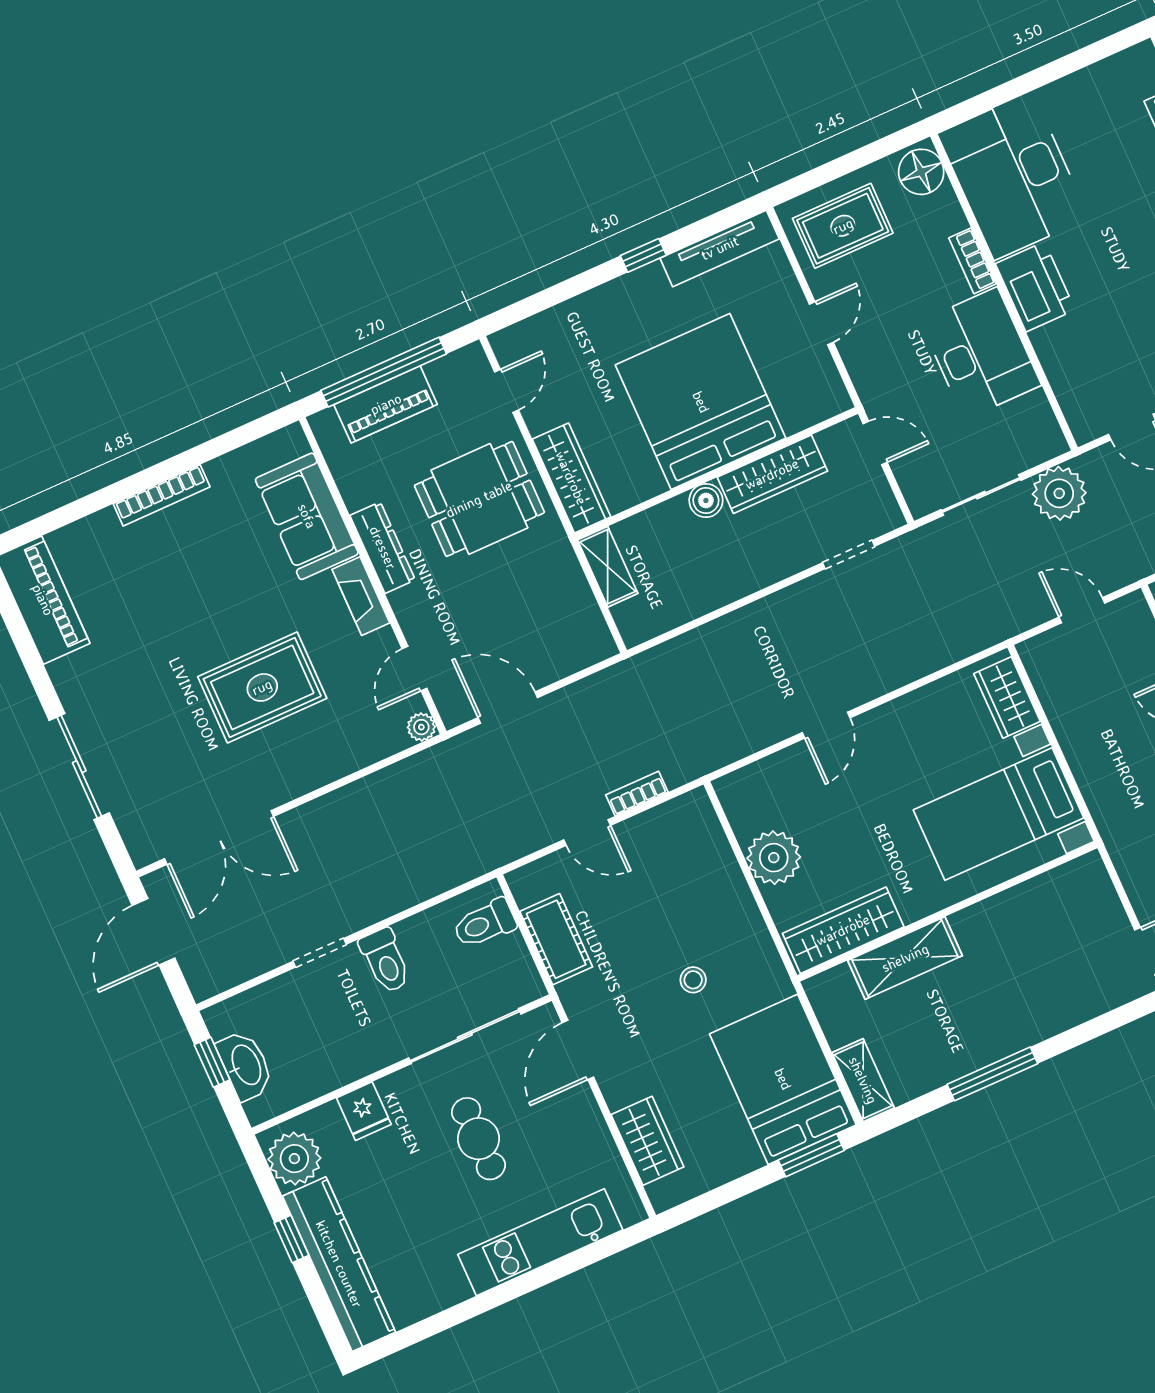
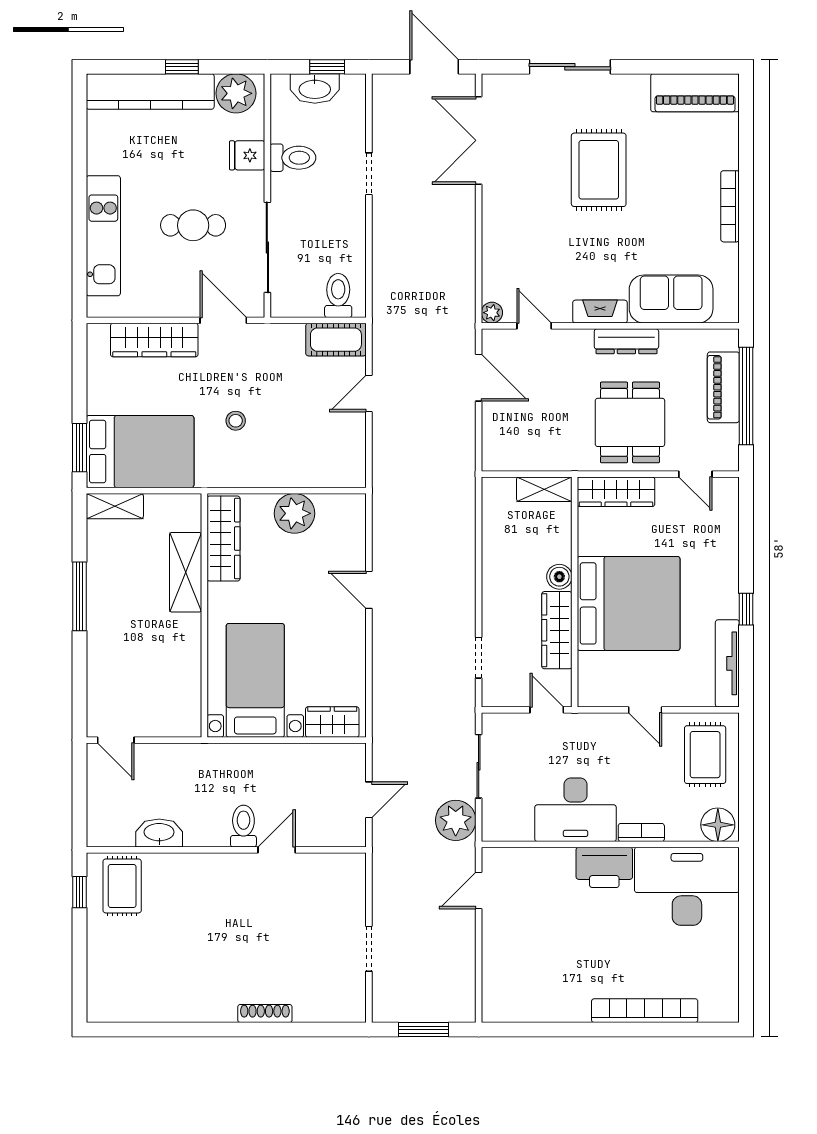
door: (875, 443) -> (547, 710), swing flipped
rug: (262, 687) -> (599, 170), moved
door: (508, 708) -> (479, 378), hinge flipped
bookcase: (637, 793) -> (380, 439), removed
cot: (556, 939) -> (336, 340), moved
toilet: (385, 961) -> (293, 158), moved, turned 180
wardrobe: (647, 1141) -> (154, 340), width x1.50

